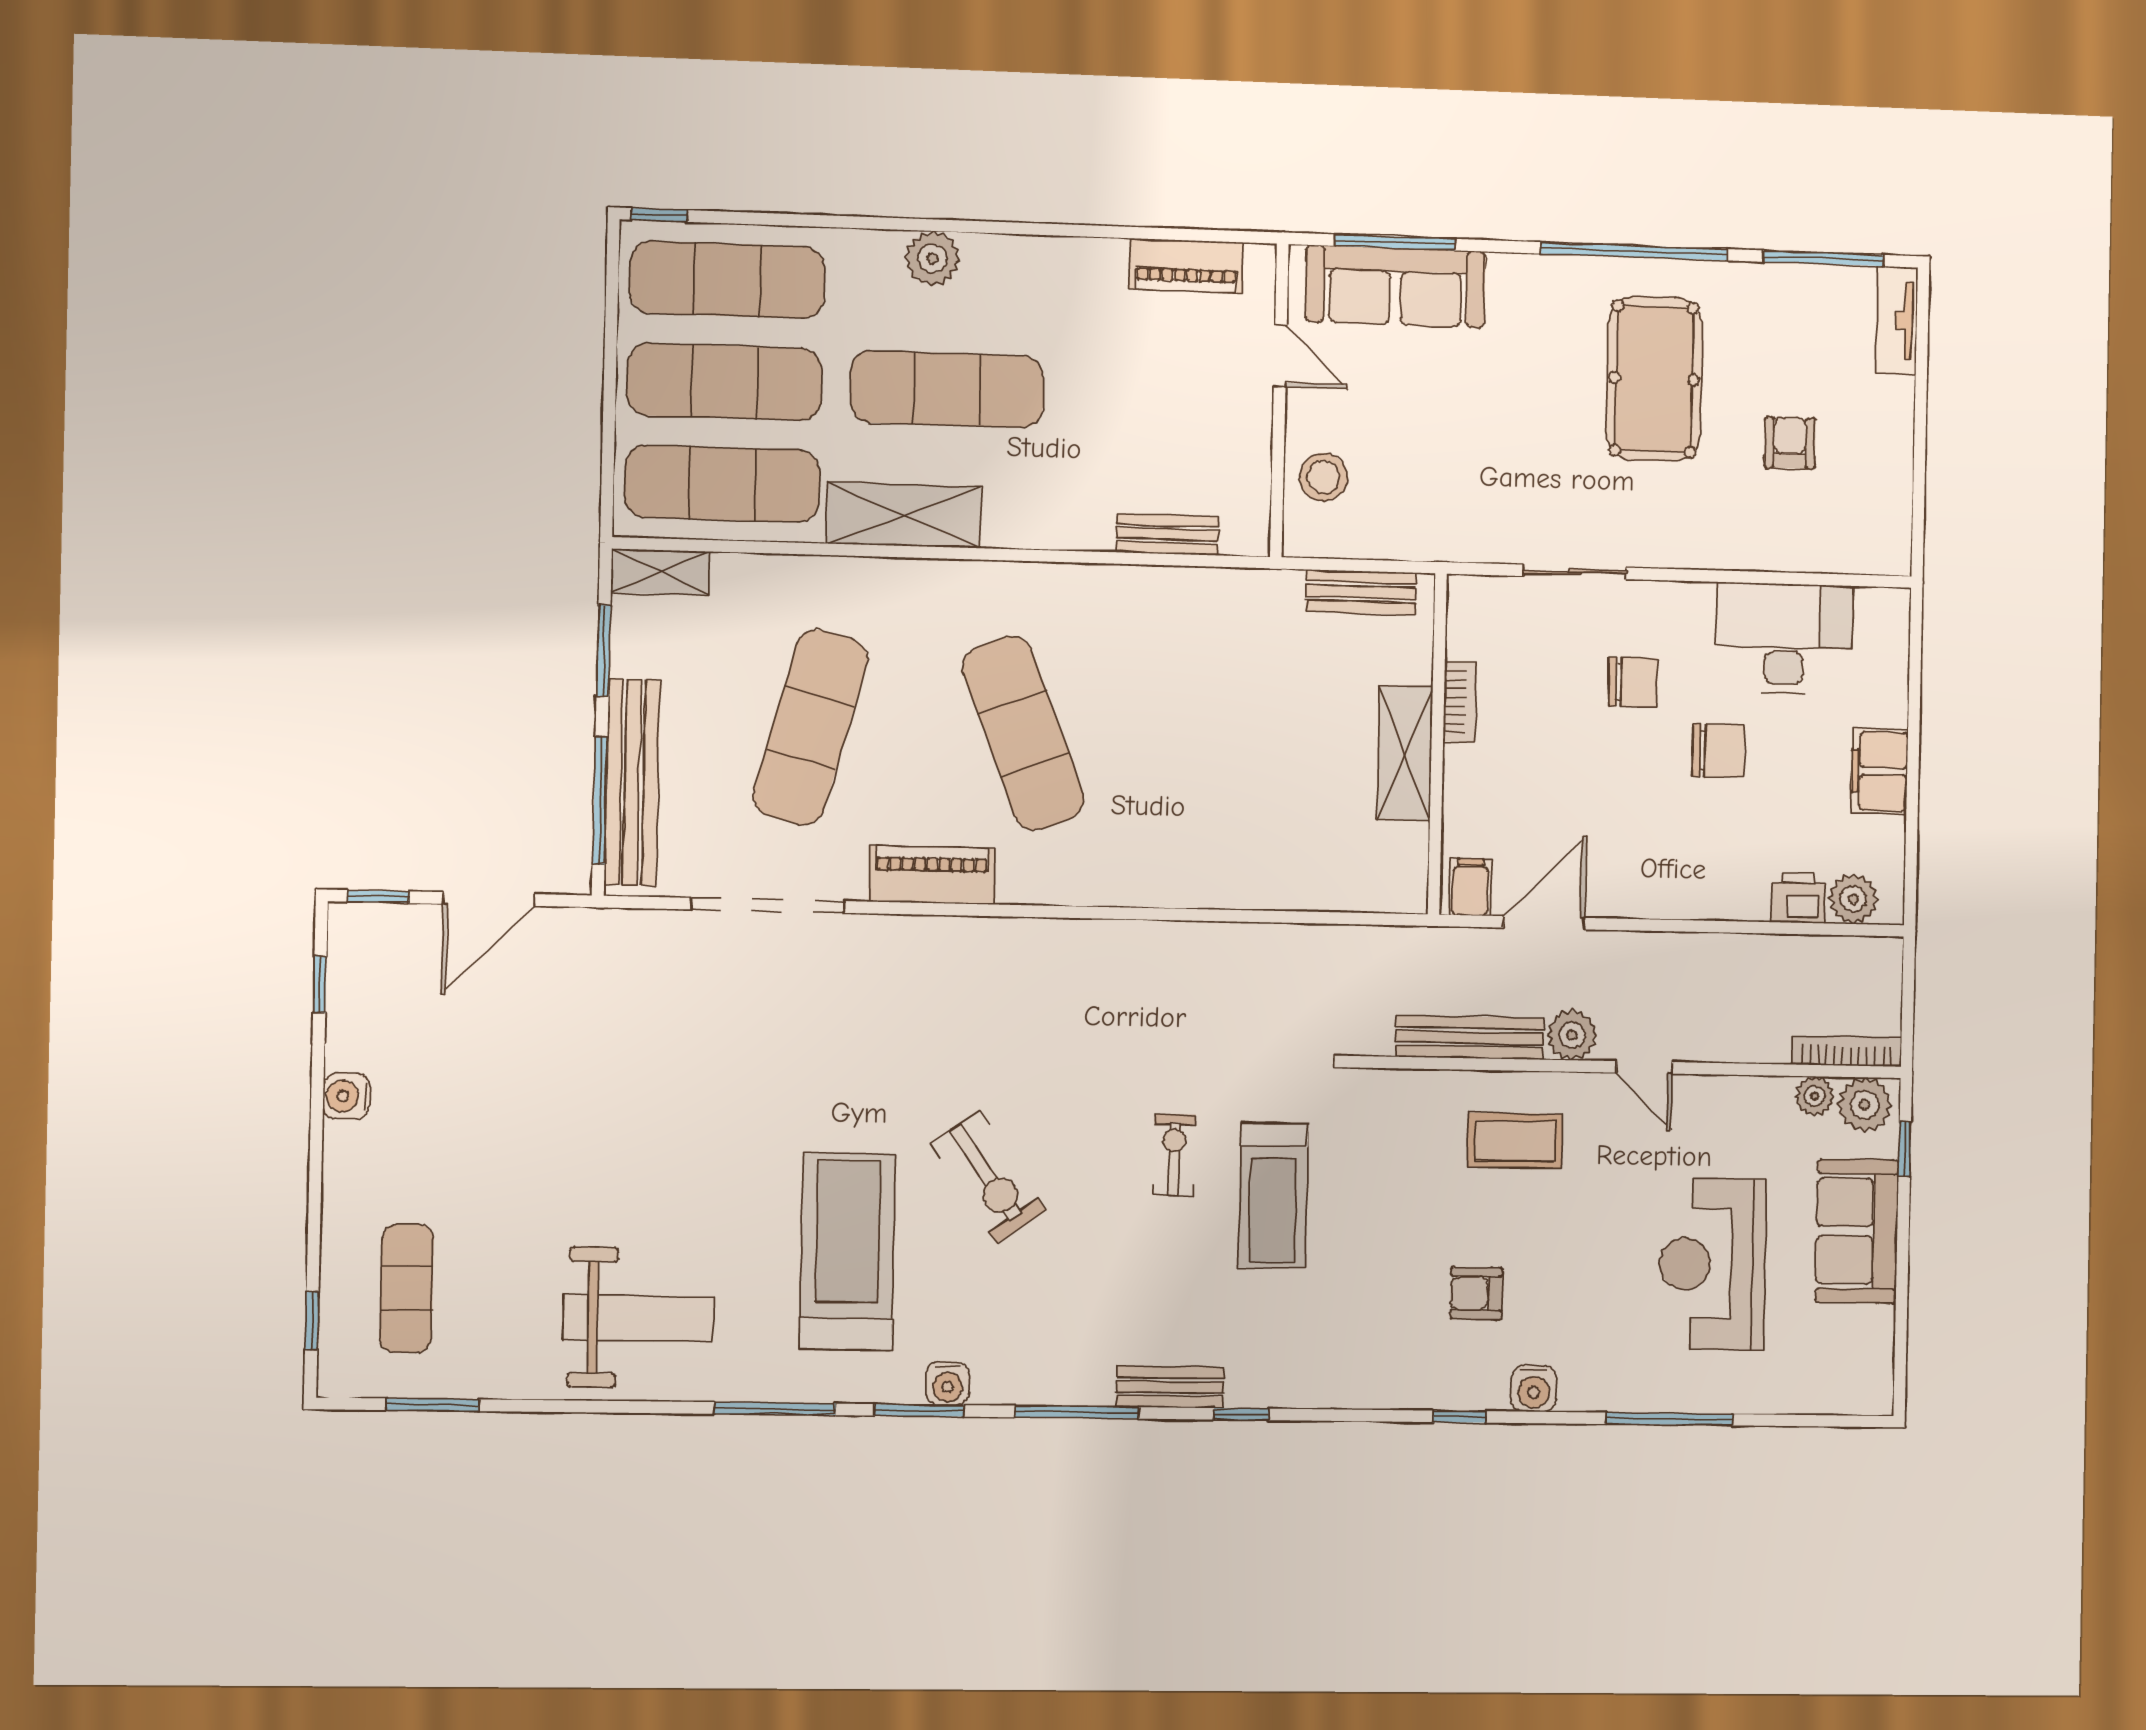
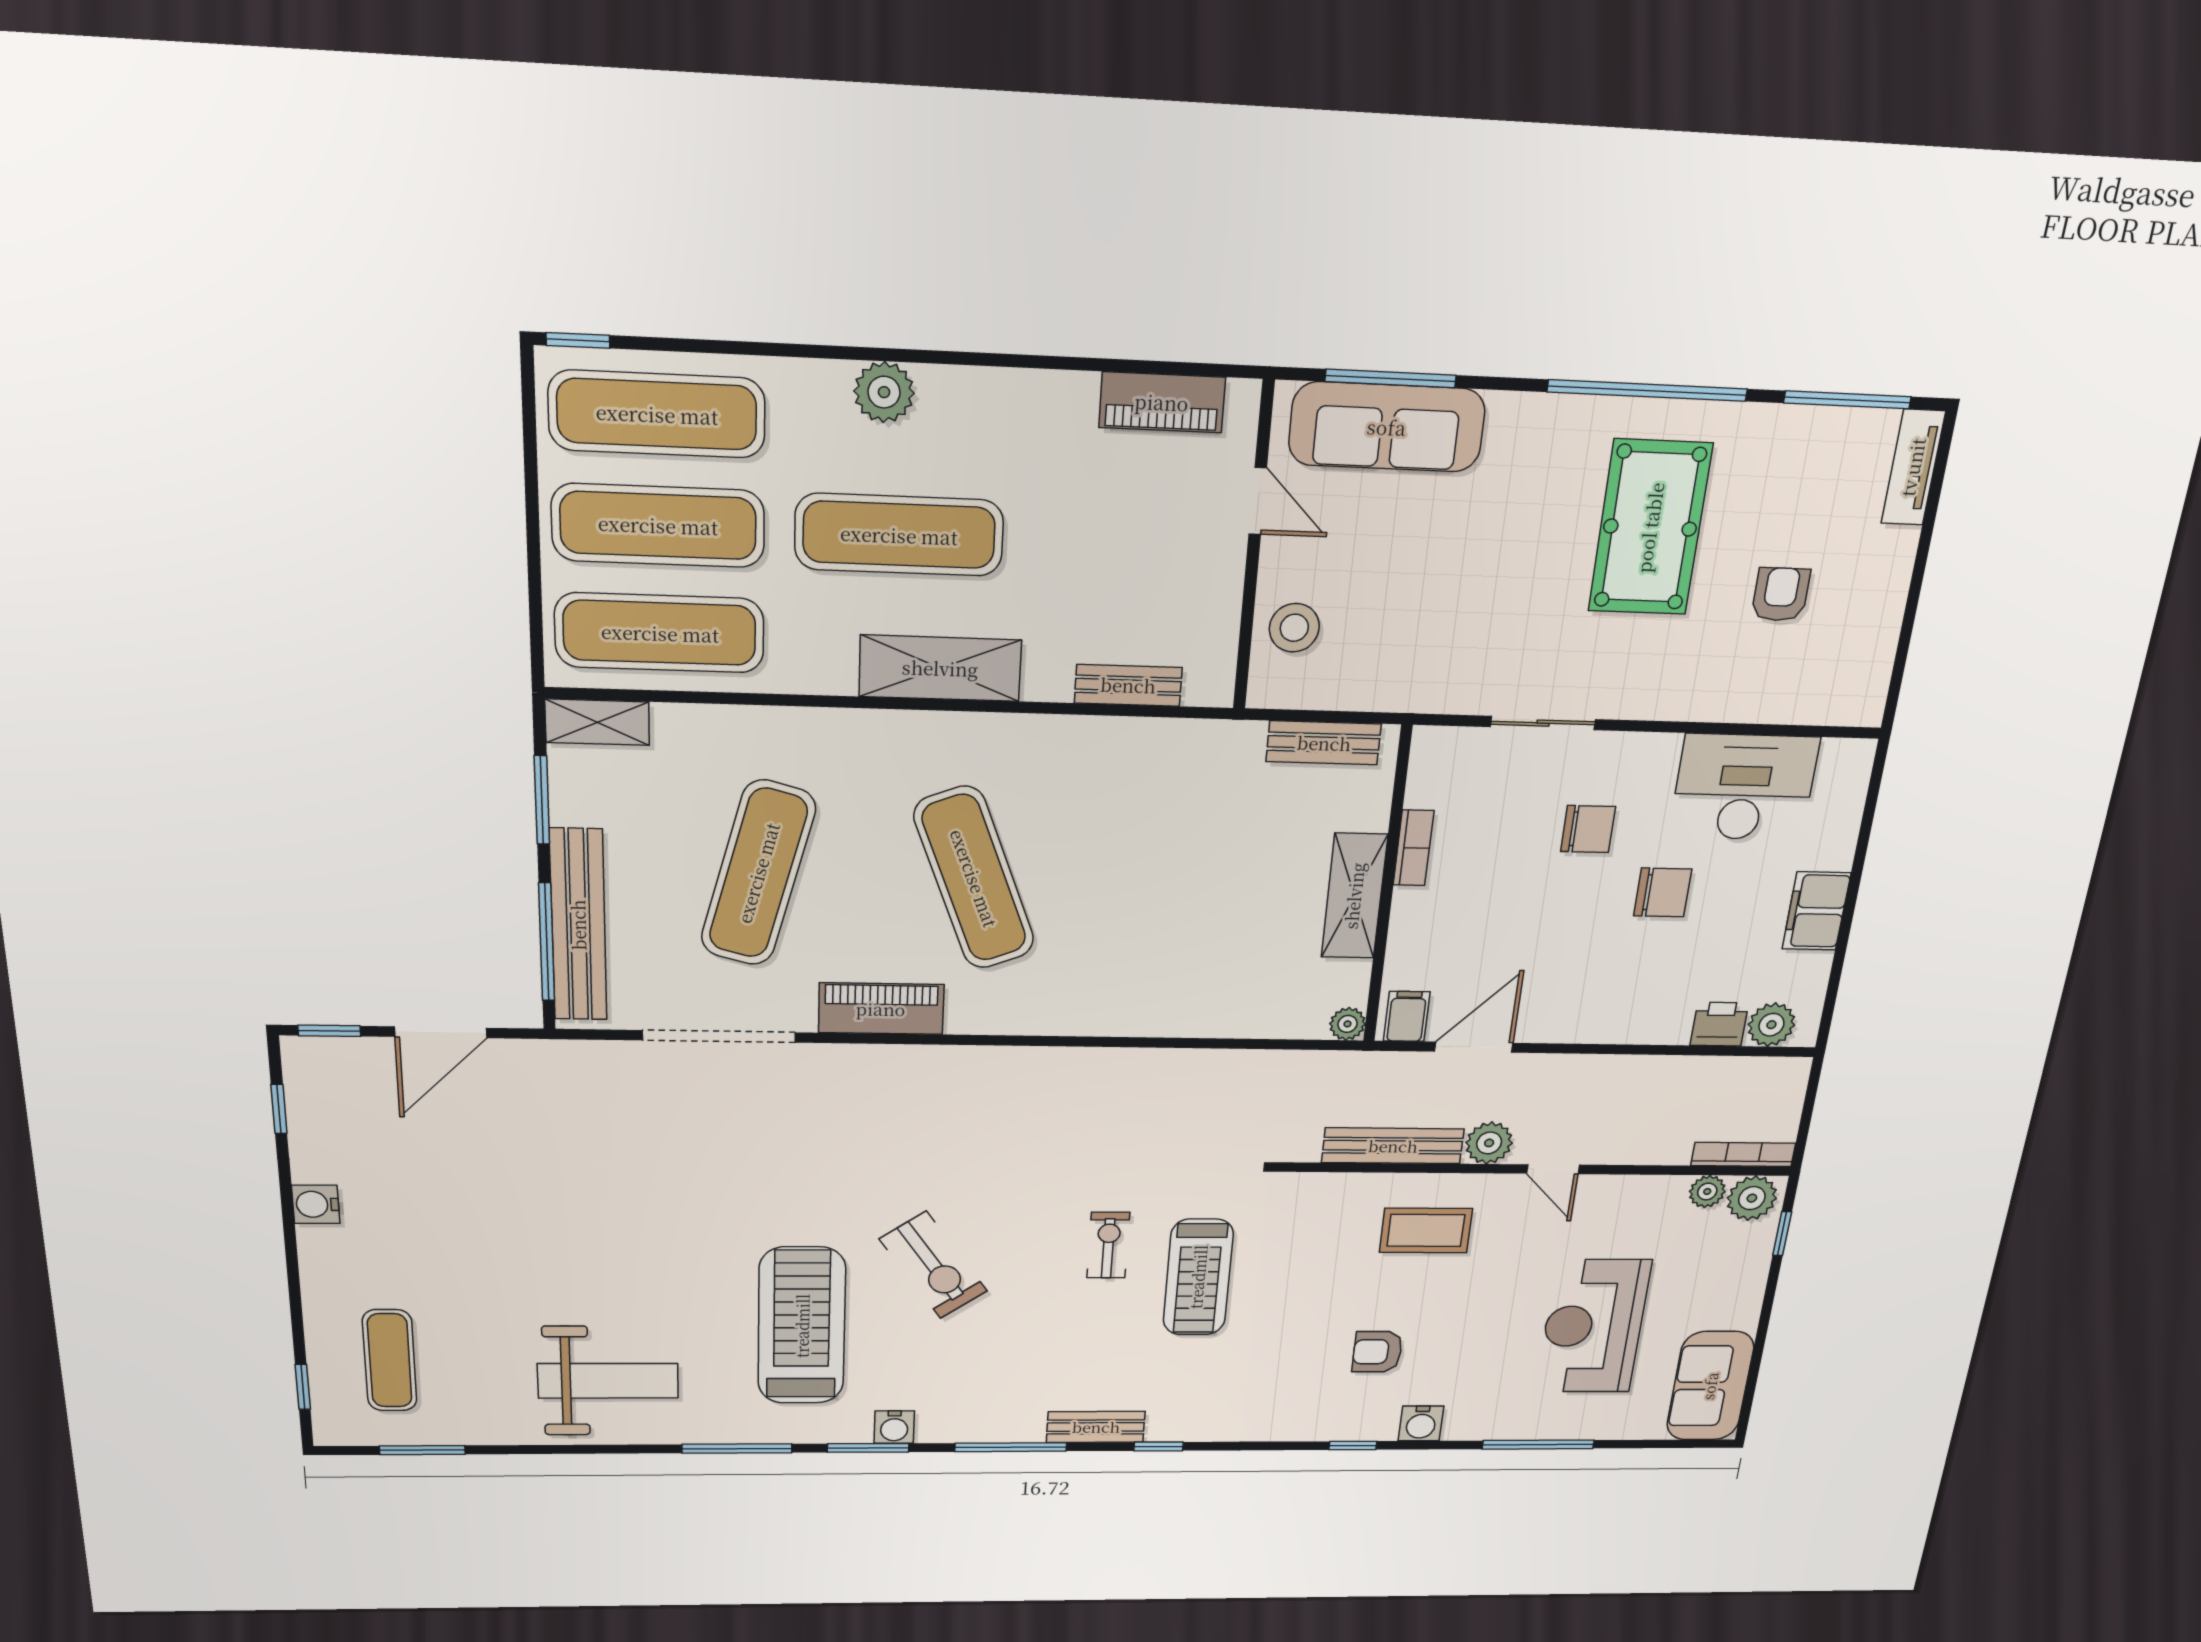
shelving: (904, 515) -> (940, 668), moved
plant: (1410, 895) -> (1347, 1024), added
sofa: (1857, 1231) -> (1710, 1386), moved

